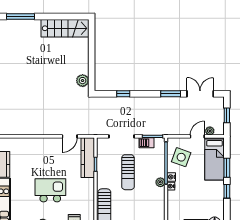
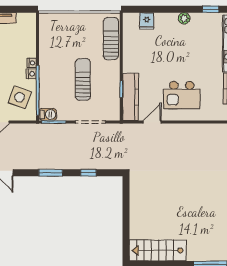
plant: (83, 81) -> (137, 188), removed
window: (171, 94) -> (51, 173), moved
barbecue: (146, 143) -> (48, 114), moved
plant: (160, 182) -> (44, 68), removed
kitchen island: (50, 190) -> (182, 95), moved

